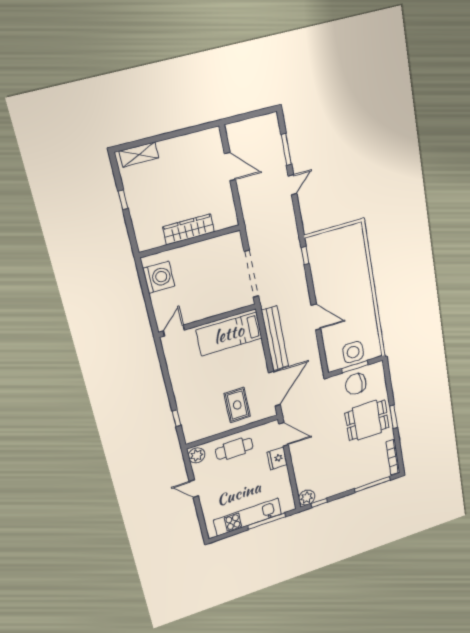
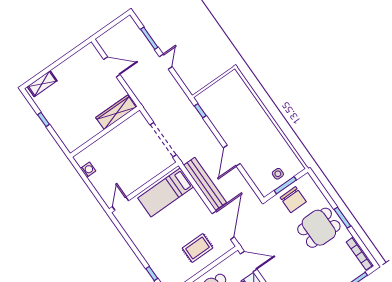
wardrobe: (189, 229) -> (116, 112), moved
washing machine: (159, 277) -> (88, 170), width x0.53, depth x0.53
door: (316, 317) -> (232, 156), swing flipped
side table: (353, 352) -> (278, 174), width x0.54, depth x0.54
chair: (356, 384) -> (293, 200), turned -90
rug: (237, 405) -> (197, 248), turned 90

